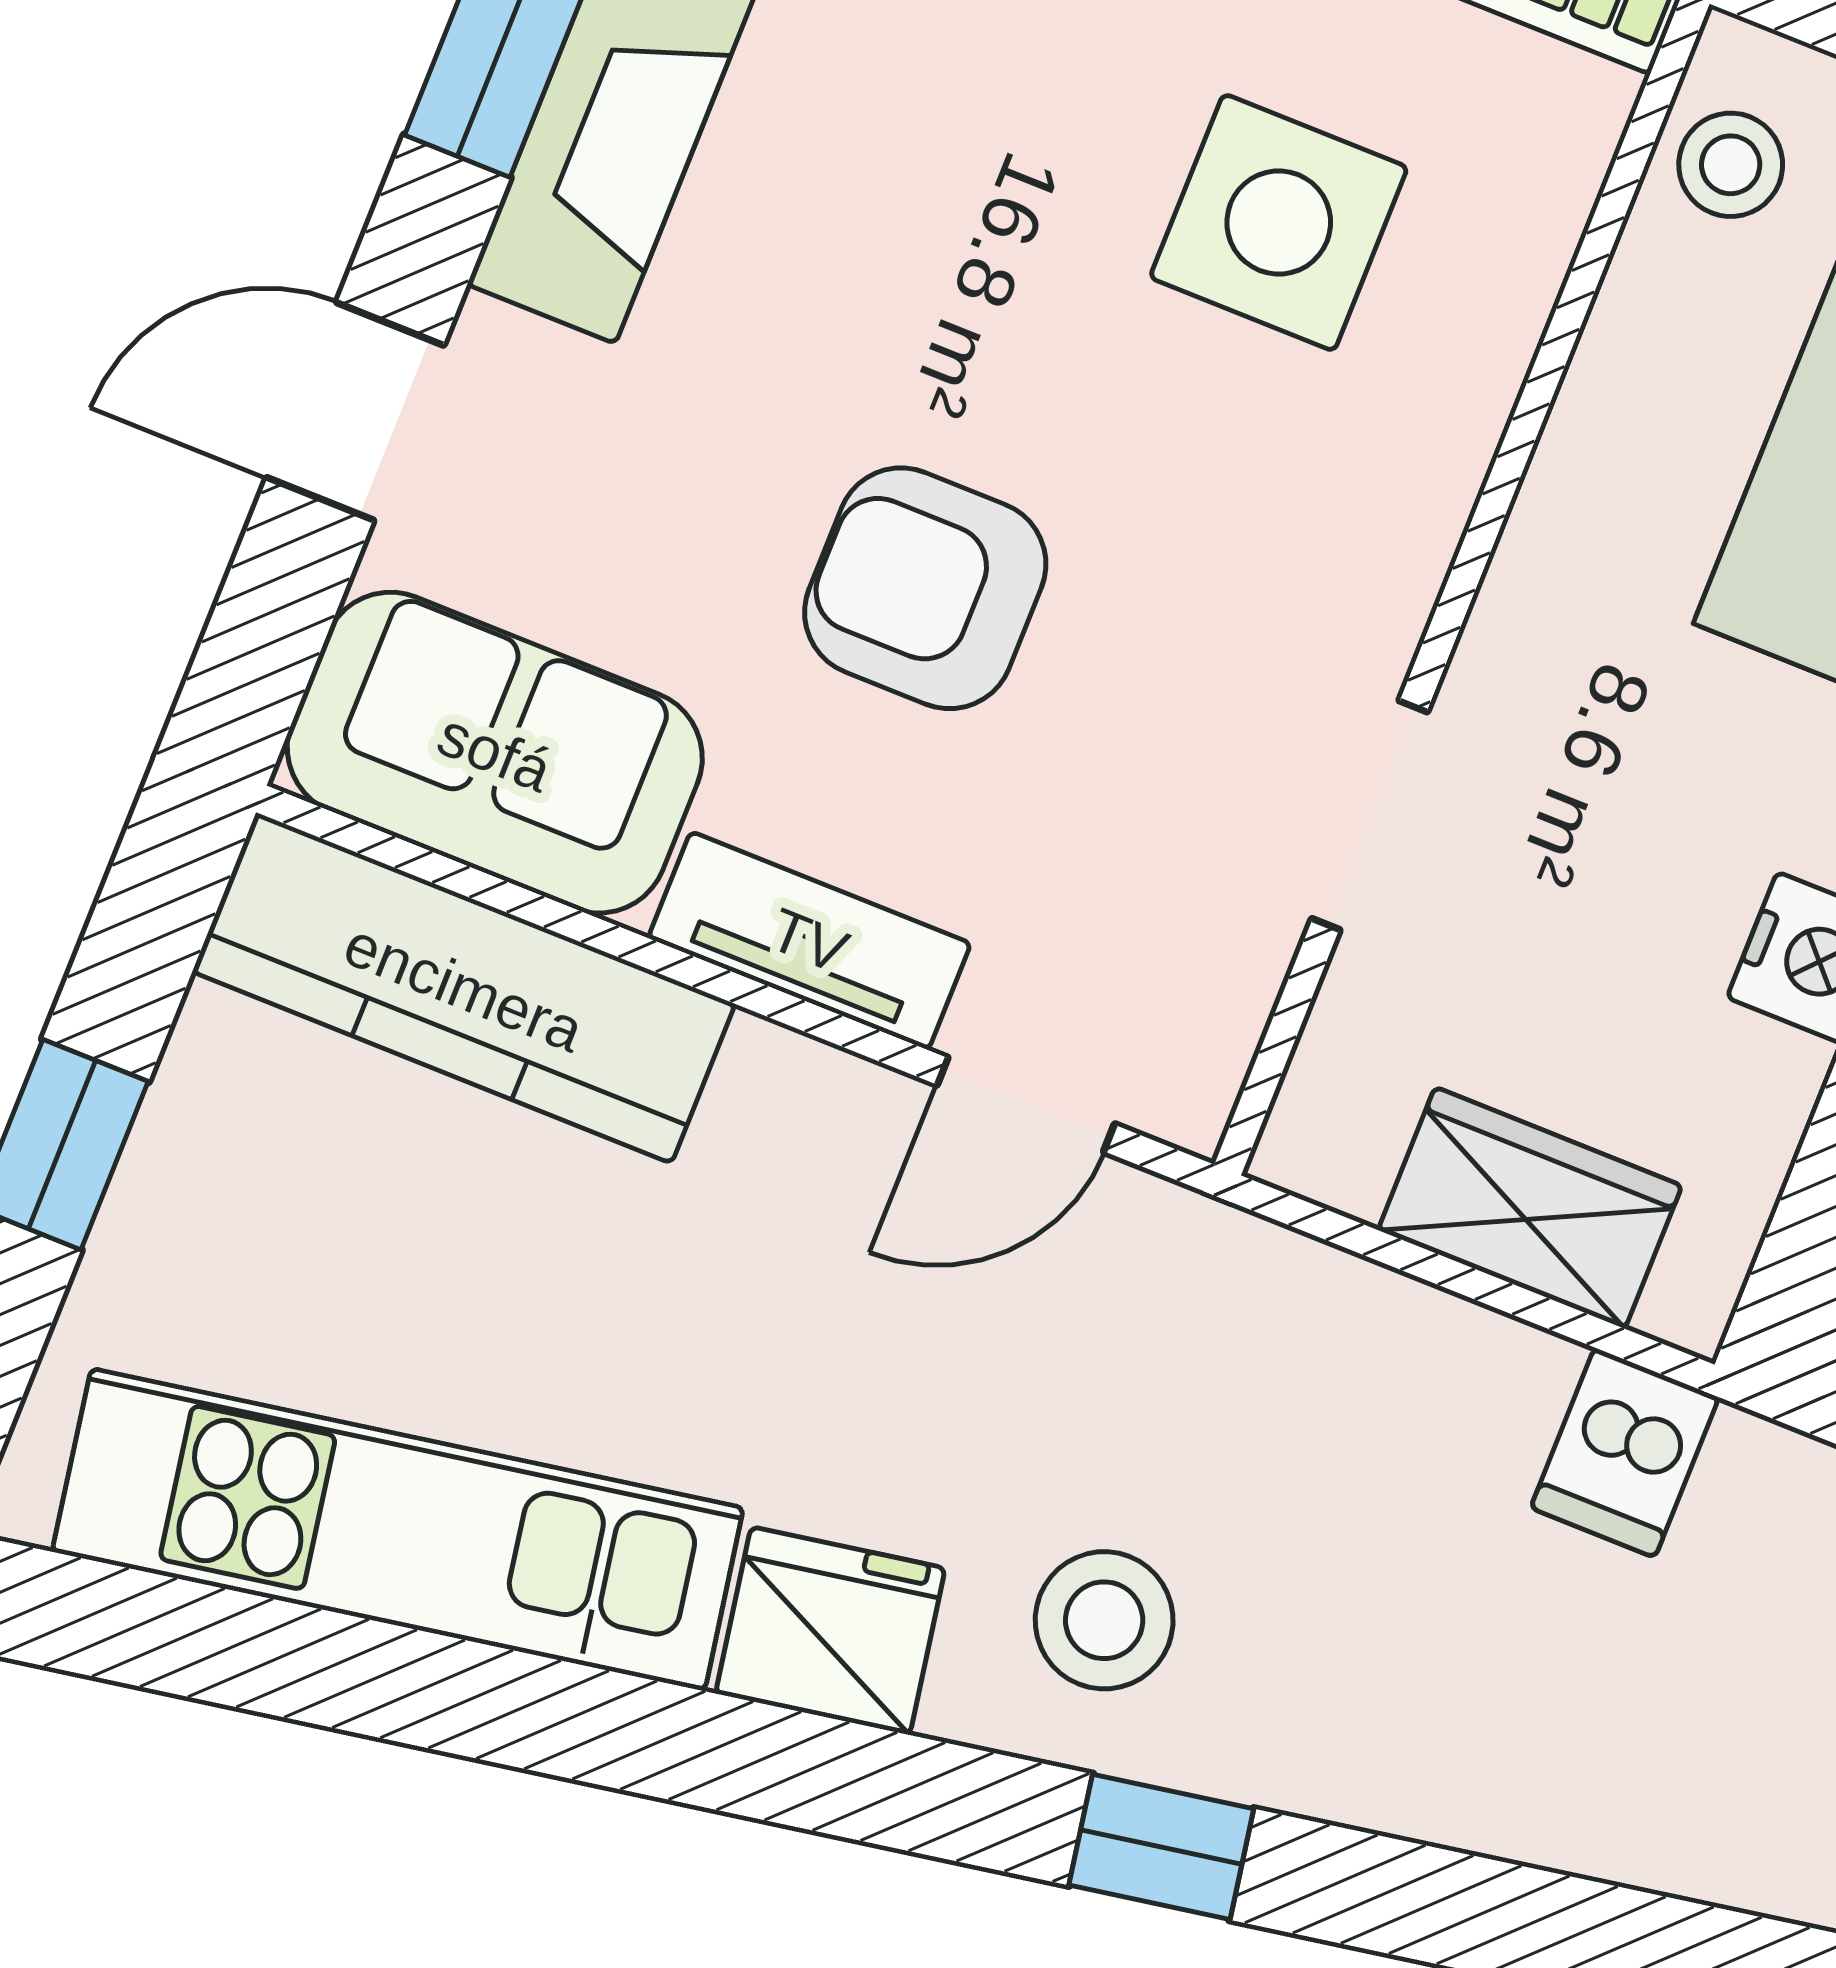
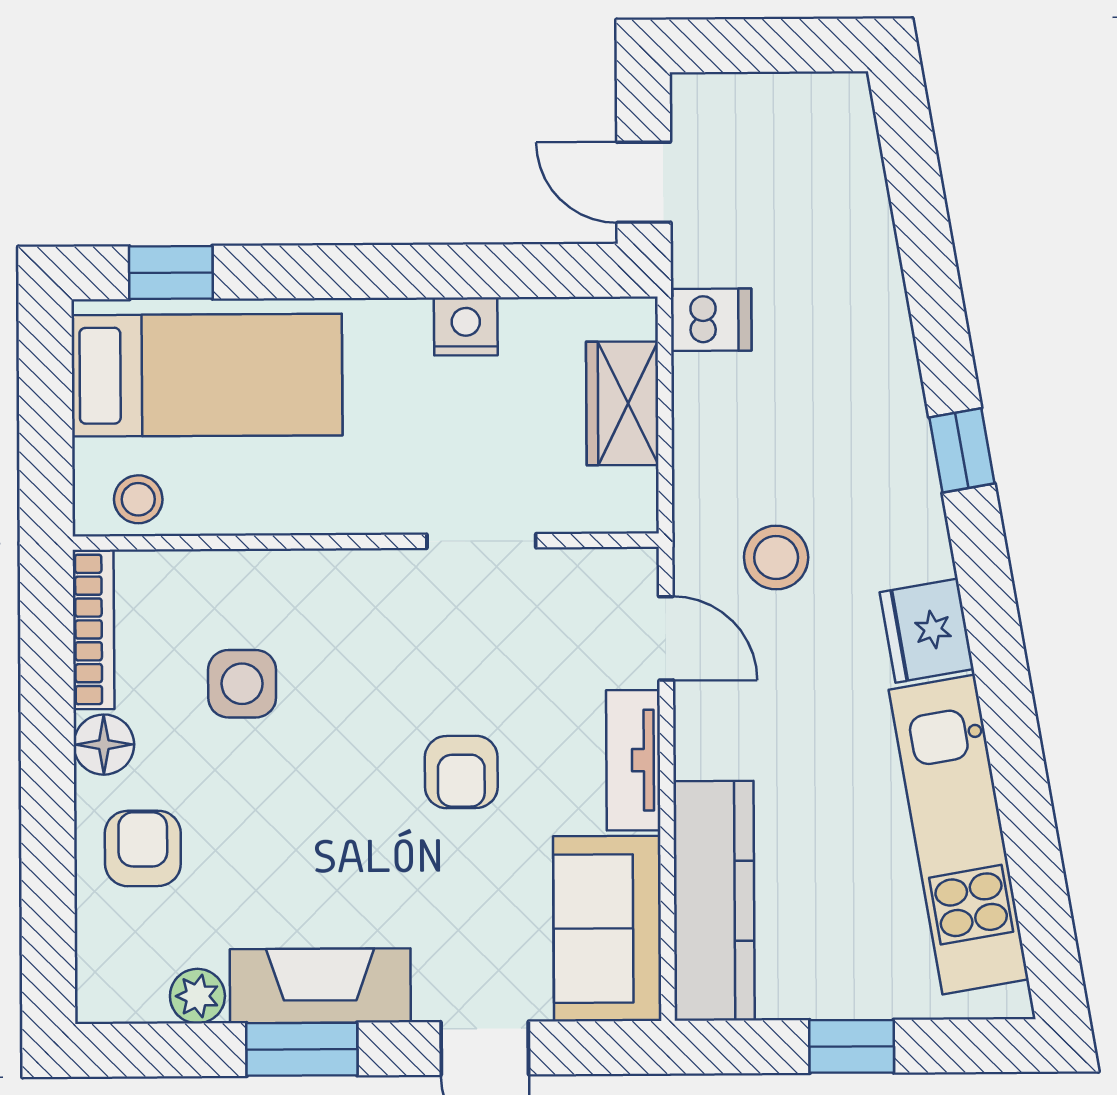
side table: (1279, 222) -> (242, 684), width x0.73, depth x0.73
armchair: (925, 588) -> (461, 772), width x0.72, depth x0.72
stool: (1104, 1620) -> (776, 558), moved

